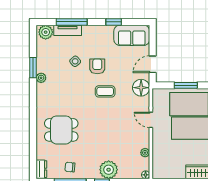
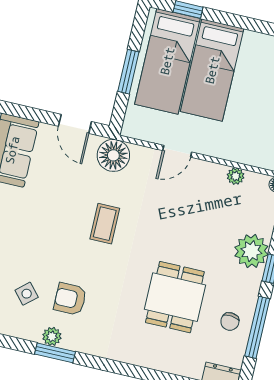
side table: (75, 61) -> (27, 294), moved
armchair: (97, 66) -> (70, 299), moved
window: (33, 68) -> (55, 353), moved
dining table: (61, 130) -> (175, 297), moved

